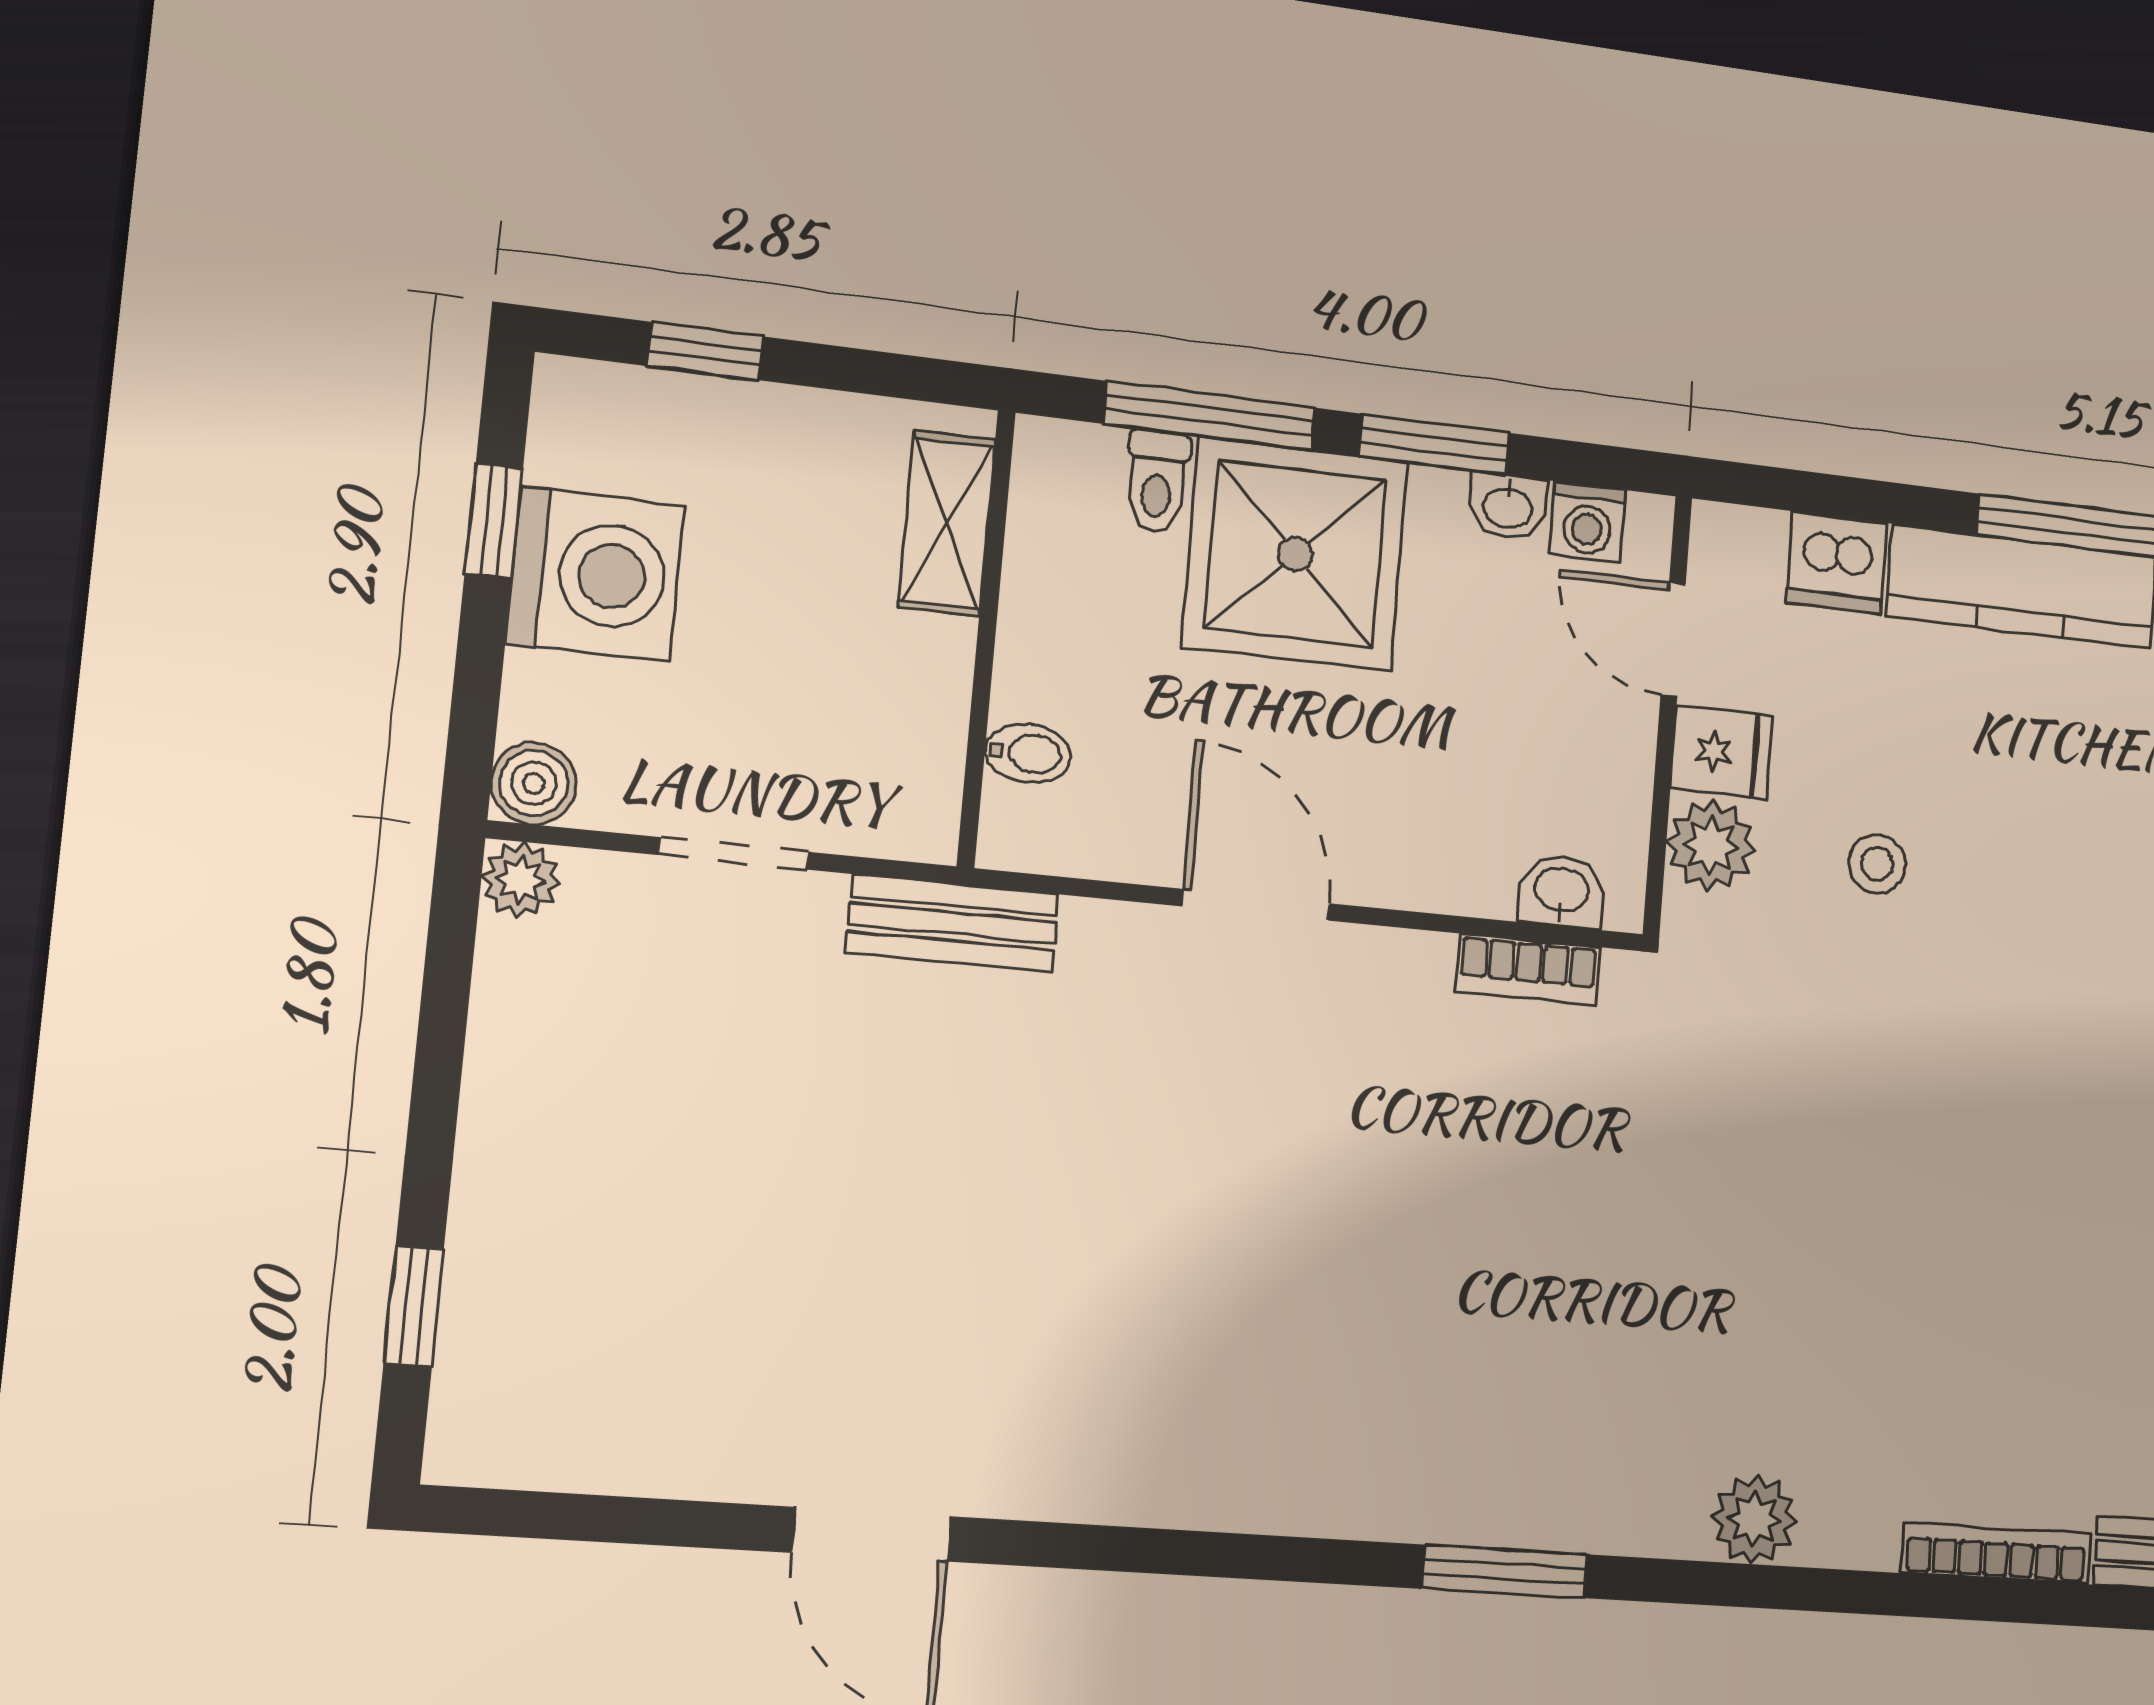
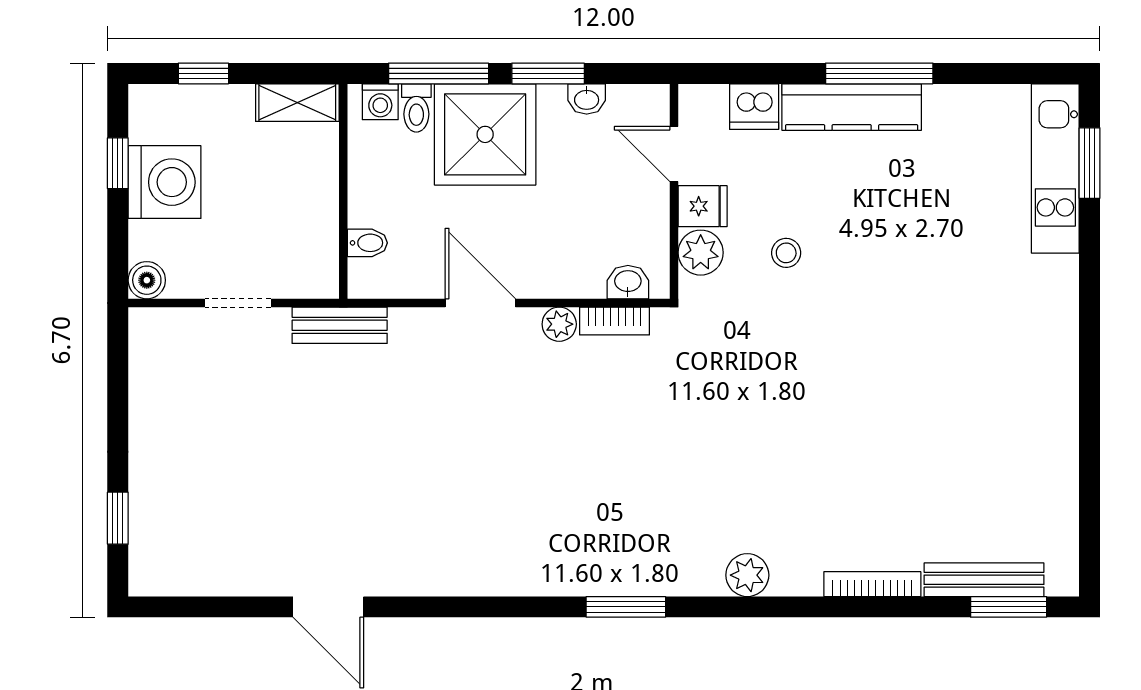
washing machine: (1588, 522) -> (380, 102), moved
shelving: (947, 523) -> (297, 103), moved, turned 90
plant: (521, 880) -> (559, 324), moved

